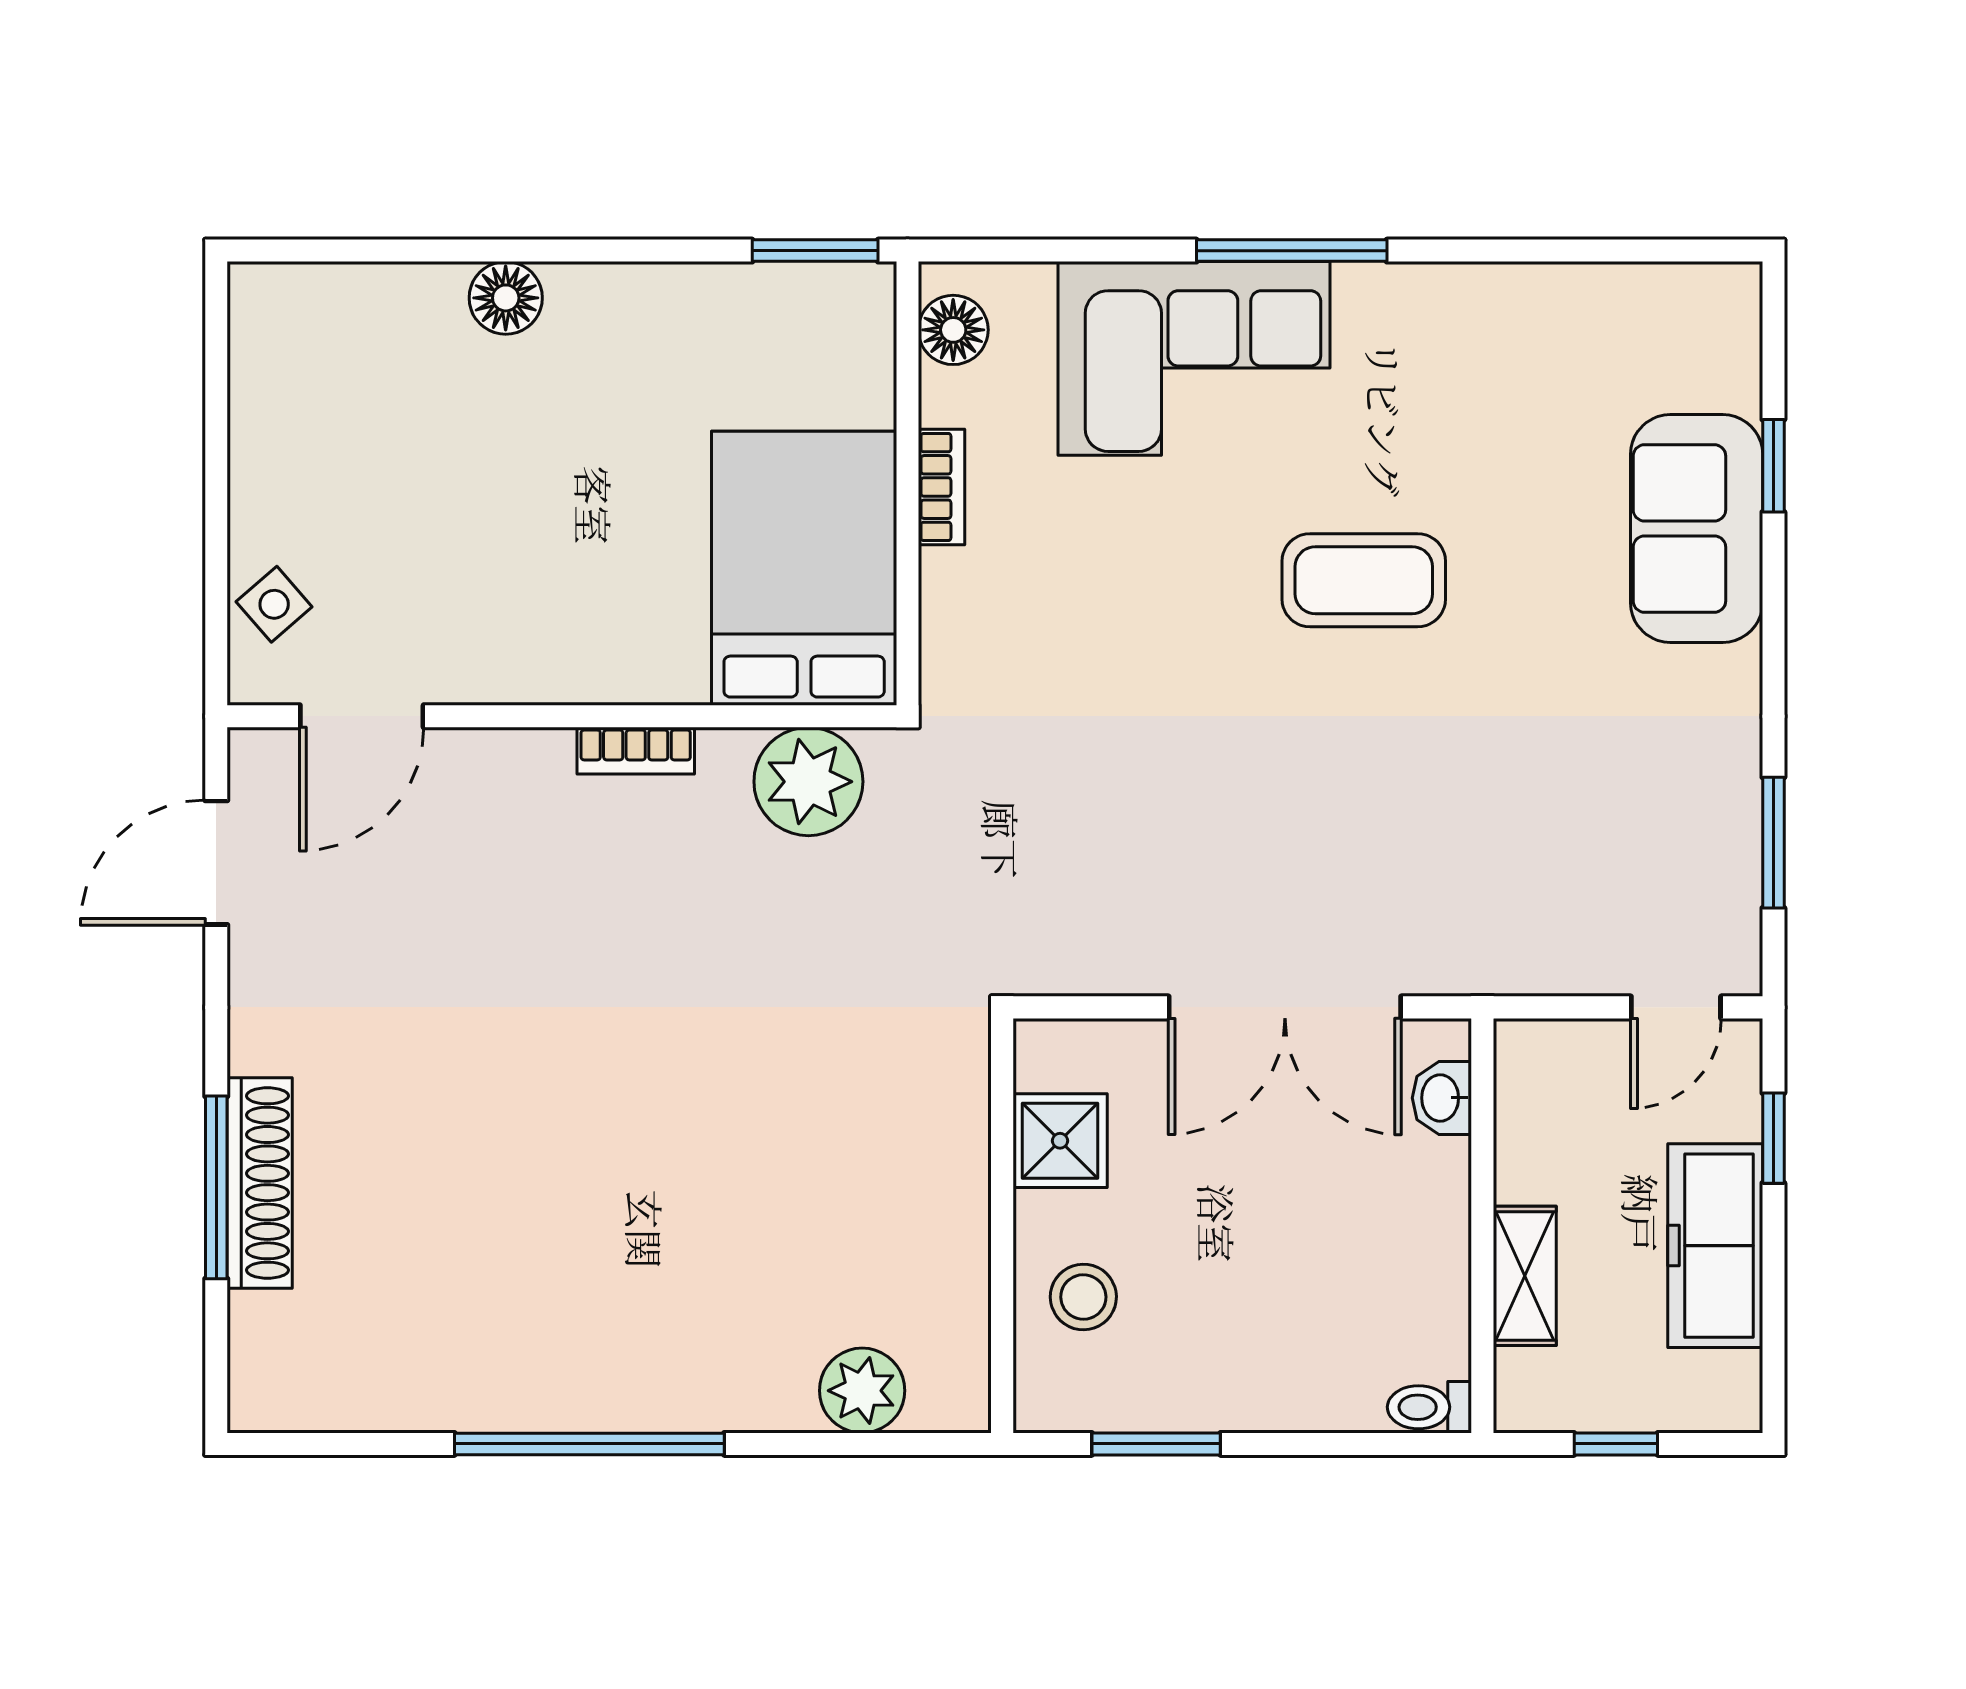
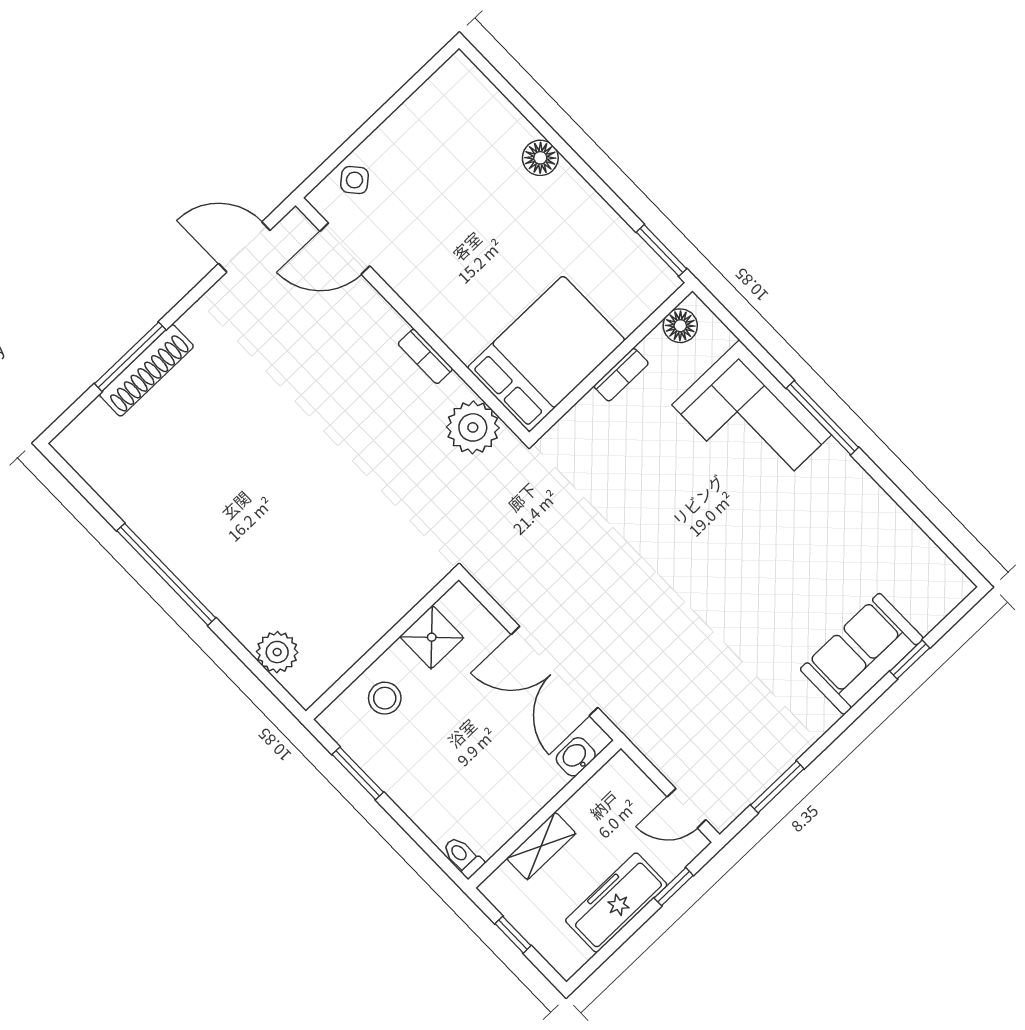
coffee table: (1364, 580) -> (731, 554), removed

